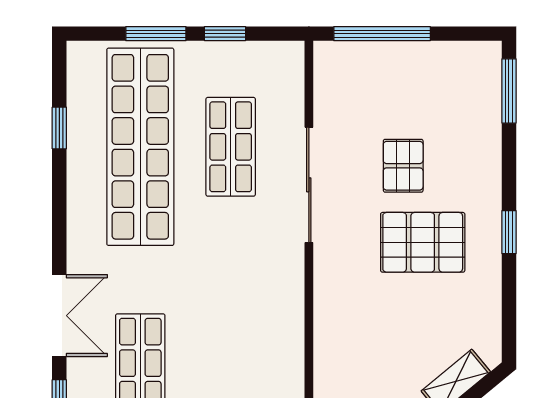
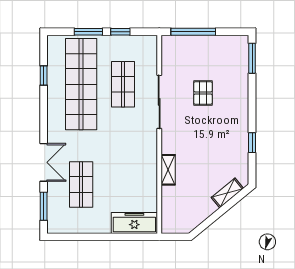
window: (509, 232) -> (252, 143), moved
pallet: (423, 242) -> (212, 128), removed
shelving: (328, 331) -> (168, 170), added

